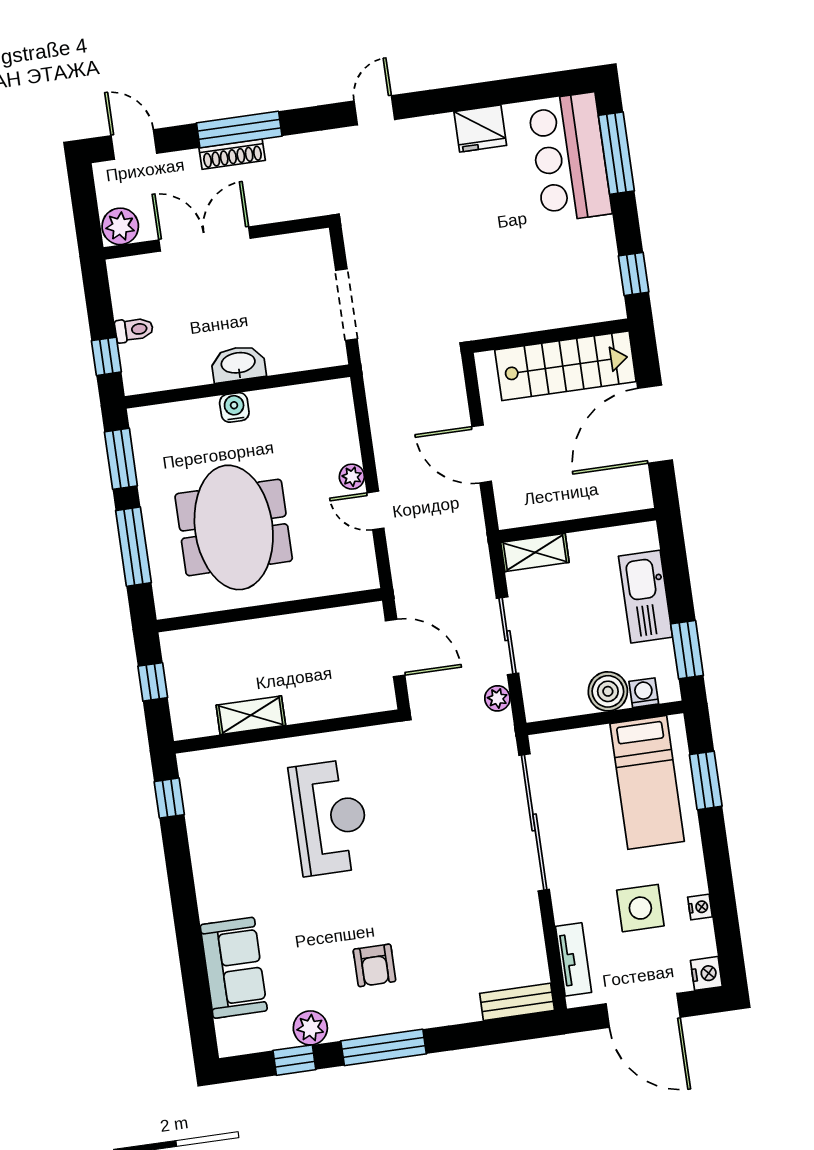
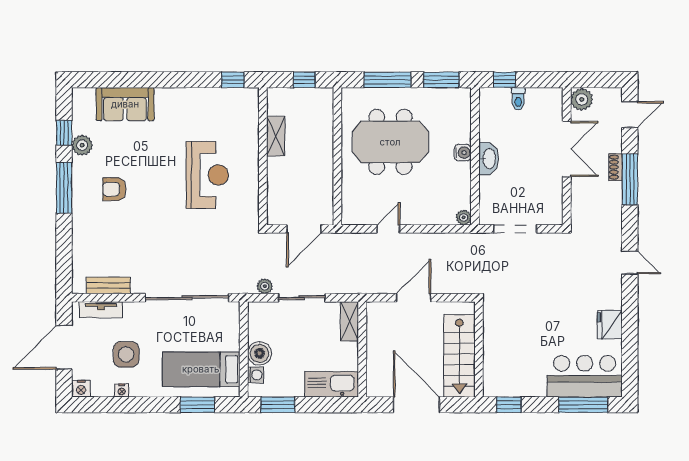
shoe rack: (232, 154) -> (616, 167), width x0.70
plant: (352, 477) -> (464, 217), moved
kitchen sink: (646, 597) -> (331, 384), moved
reception desk: (330, 817) -> (207, 175), turned -90
bench: (517, 1002) -> (108, 286), moved, turned 90

